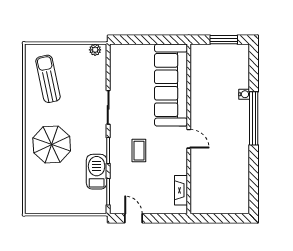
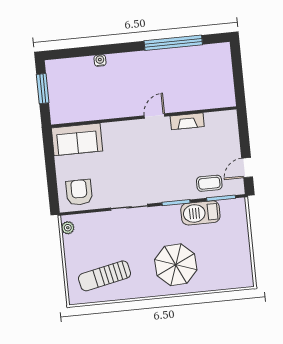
armchair: (126, 63) -> (79, 192), added
sofa: (171, 85) -> (77, 139), width x0.54, depth x0.79
window: (254, 118) -> (173, 43), moved
coffee table: (139, 151) -> (209, 183), moved
fireplace: (181, 190) -> (187, 121), moved

